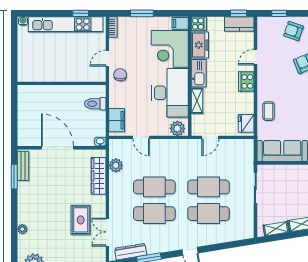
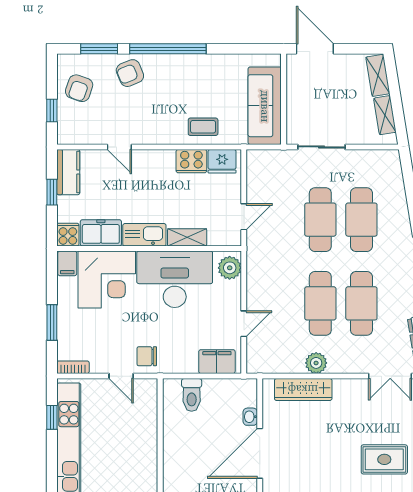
window: (239, 13) -> (52, 192), moved
cooker: (246, 82) -> (191, 161), moved
door: (210, 137) -> (244, 217), hinge flipped
washbasin: (100, 142) -> (250, 417), moved
plant: (116, 165) -> (316, 363), moved
rug: (81, 220) -> (384, 459), moved

